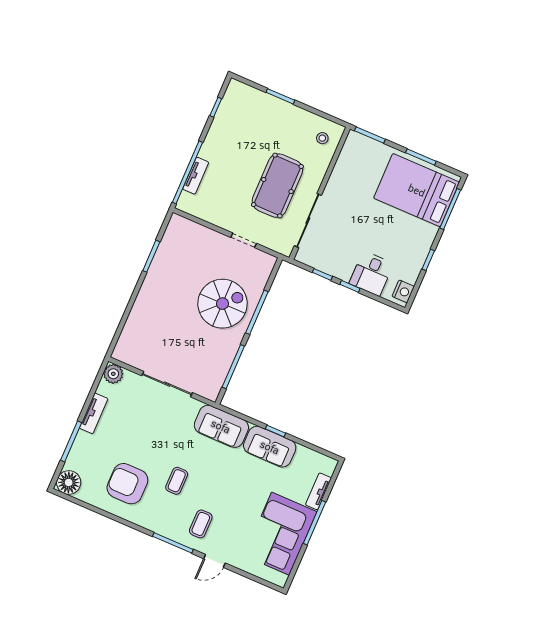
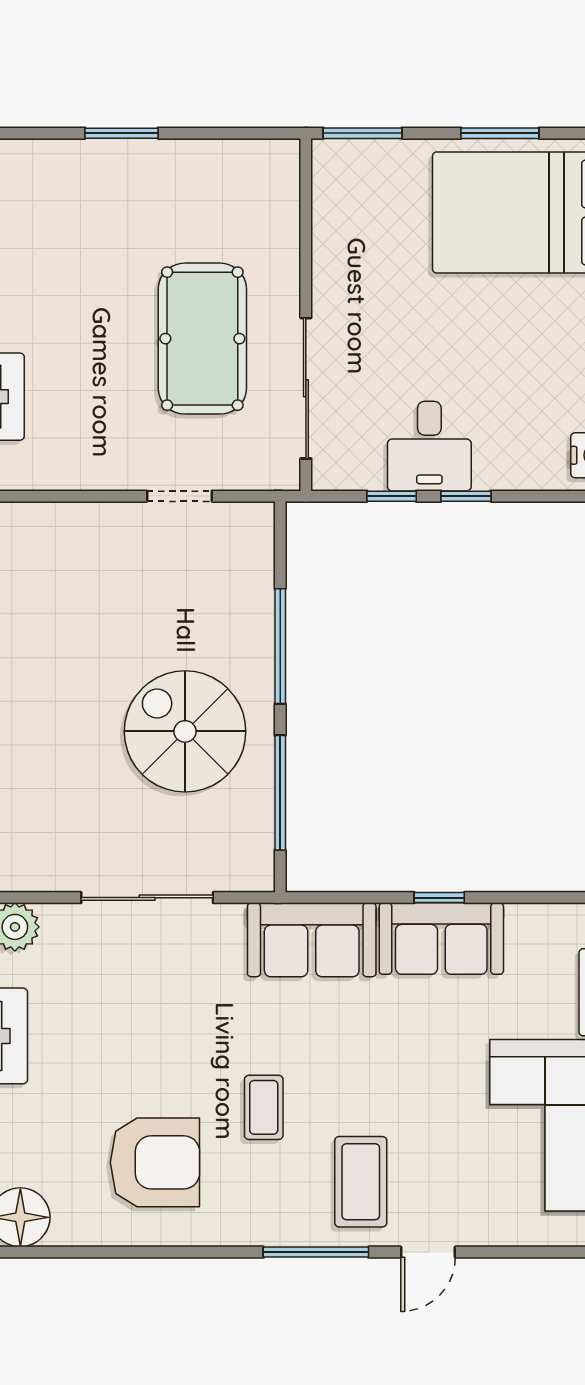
stool: (322, 138) -> (258, 187), removed
desk: (371, 274) -> (429, 446), moved
spiral stairs: (222, 304) -> (185, 731), moved, turned -90
armchair: (127, 484) -> (155, 1162), turned 180
coffee table: (201, 524) -> (361, 1182), width x1.36, depth x1.30

